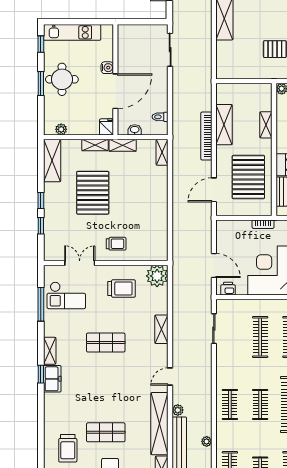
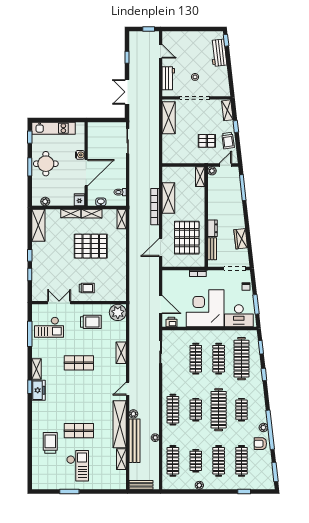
shelving: (266, 125) -> (200, 177), moved
pallet: (93, 193) -> (91, 246), moved, turned 90
clothes rail: (230, 405) -> (173, 410), width x1.36
trolley: (68, 448) -> (50, 443), turned 180

